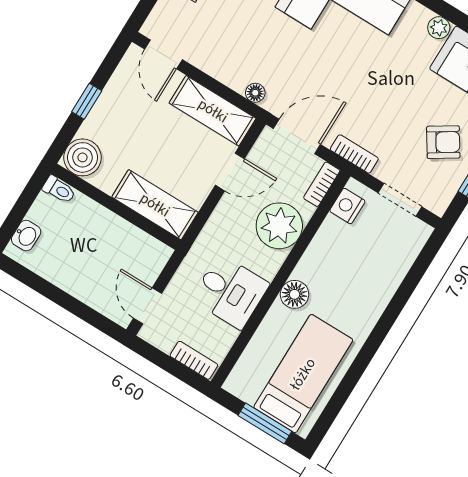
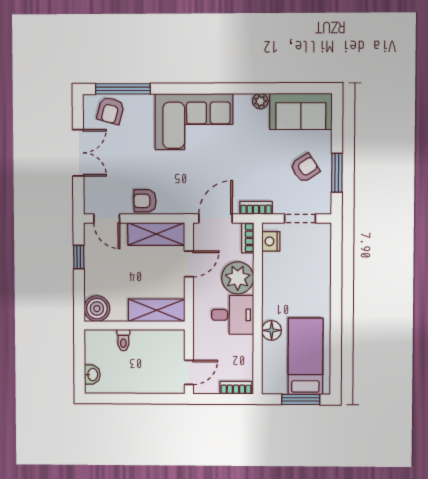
armchair: (224, 62) -> (145, 201), added
floor lamp: (255, 93) -> (175, 208), removed
window: (87, 101) -> (79, 257), moved
toilet: (59, 190) -> (123, 340), moved, turned 90
desk: (230, 292) -> (233, 315), moved
floor lamp: (294, 294) -> (272, 330), moved
door: (147, 306) -> (189, 372), swing flipped

